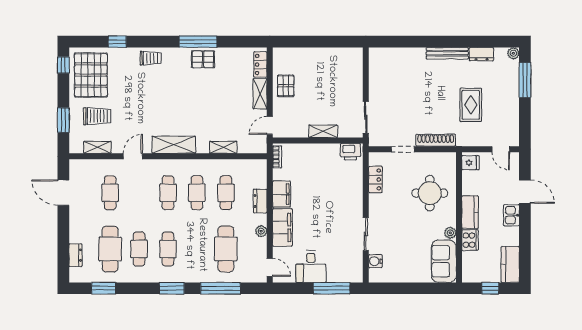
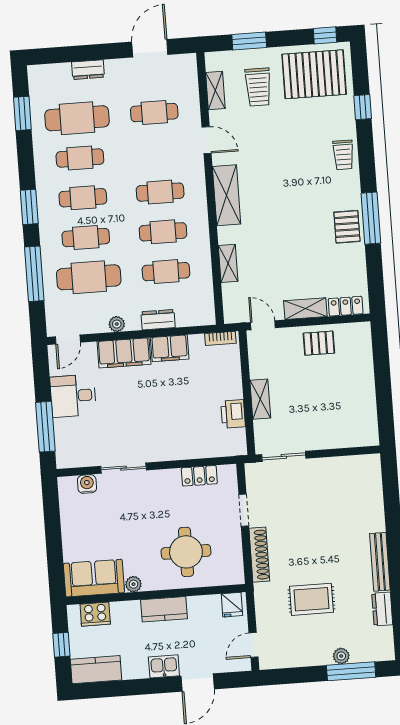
plant: (513, 53) -> (341, 656), moved
printer: (350, 152) -> (233, 414), moved
cooker: (470, 240) -> (95, 614), moved
cafe table: (197, 249) -> (86, 238), added
dresser: (75, 255) -> (88, 70), moved

